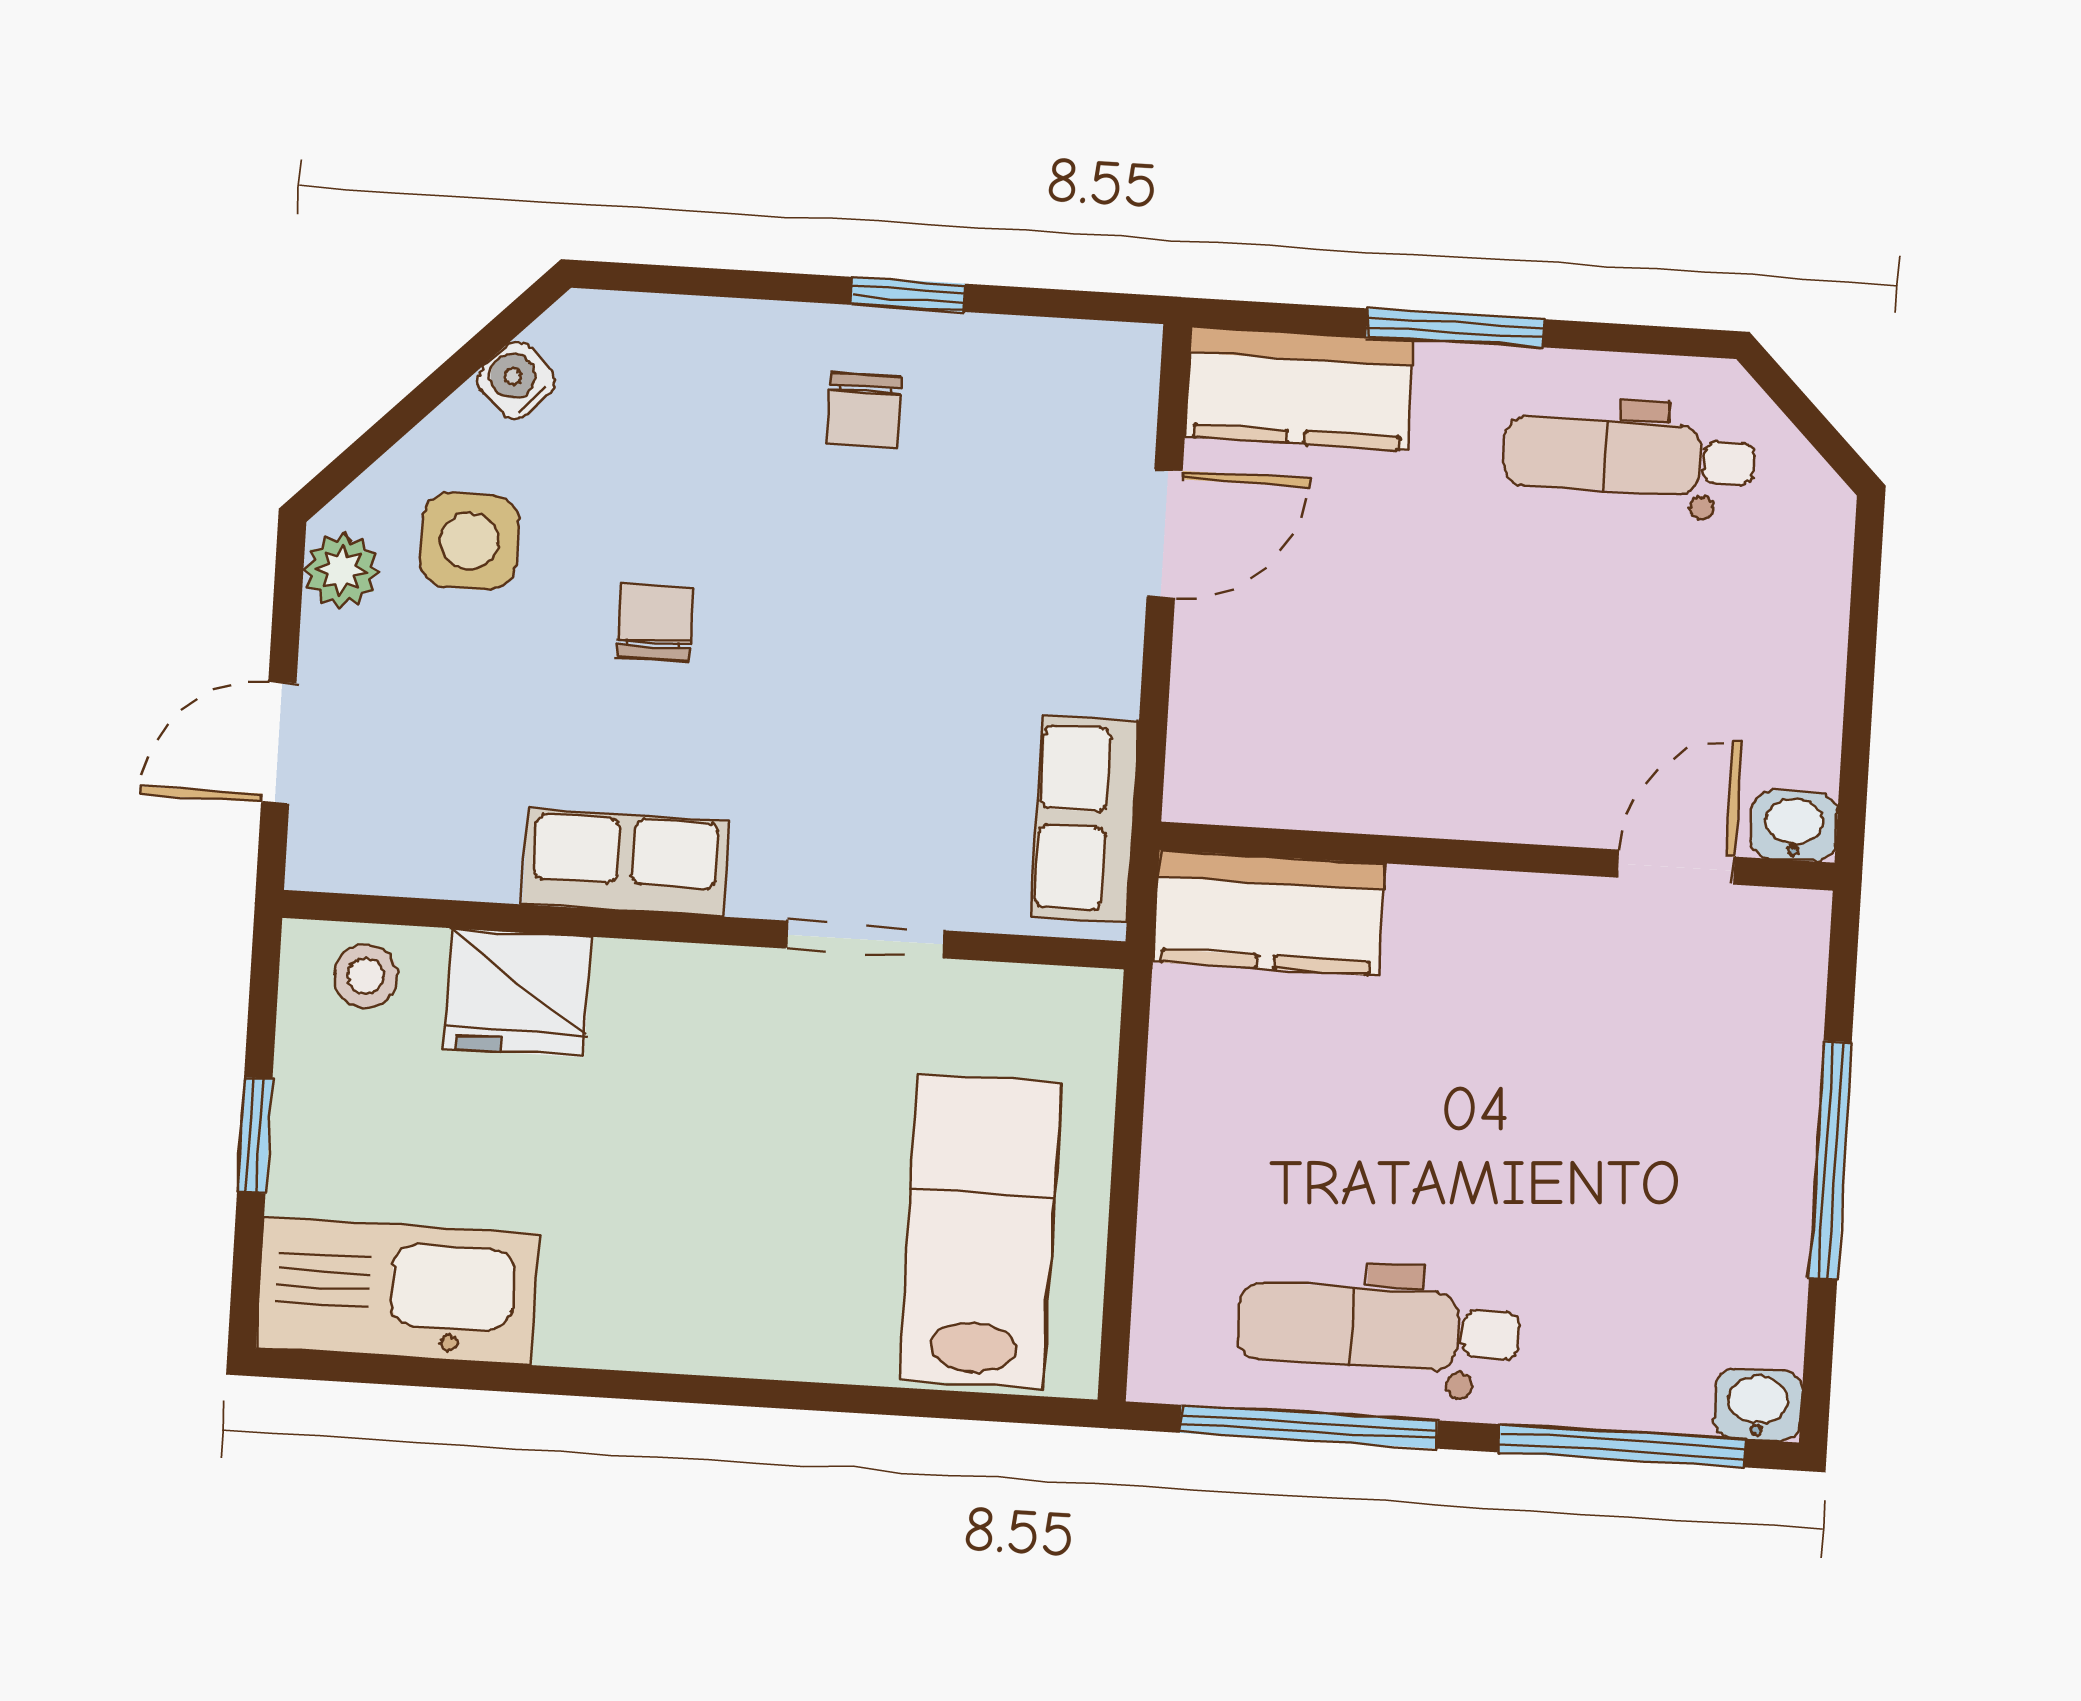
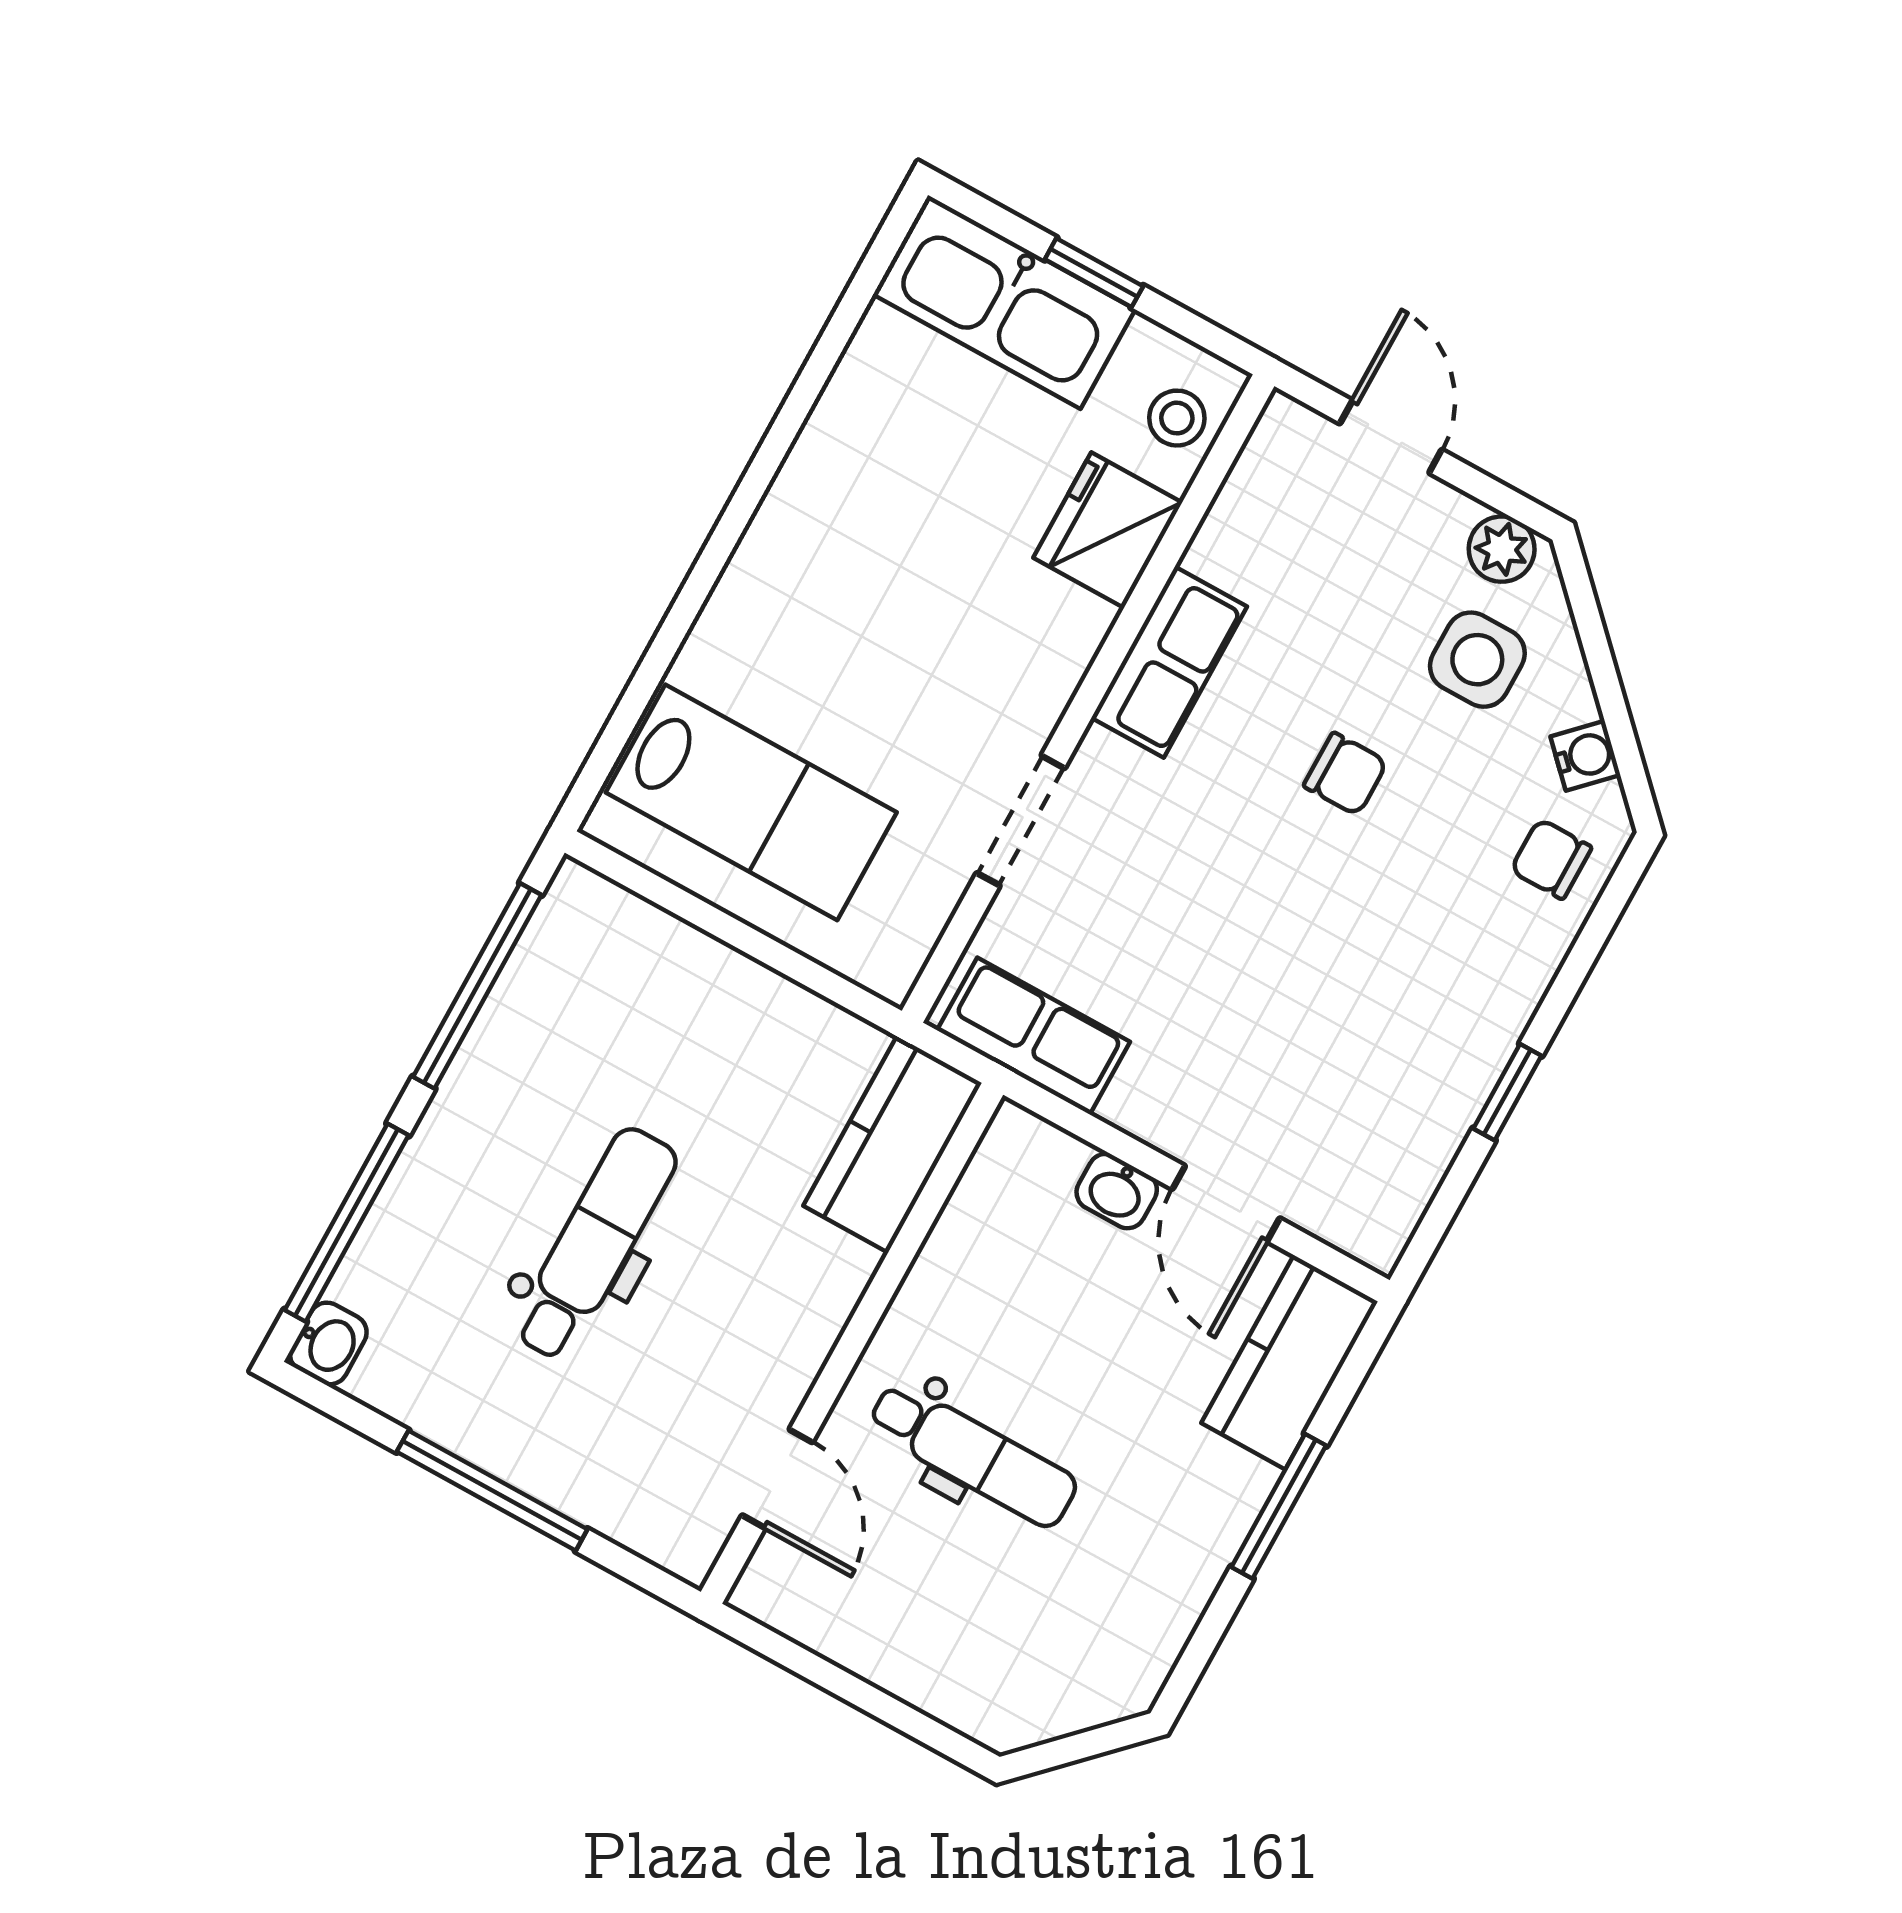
chair: (864, 410) -> (1551, 859), moved
dental chair: (1630, 457) -> (973, 1454), moved, turned 90
washbasin: (1794, 826) -> (1117, 1191), moved, turned 90
kitchen sink: (397, 1291) -> (1004, 302), moved, turned 90
dental chair: (1379, 1328) -> (595, 1244), moved

